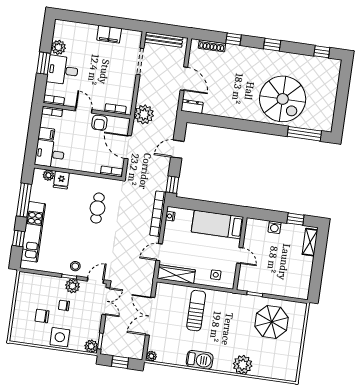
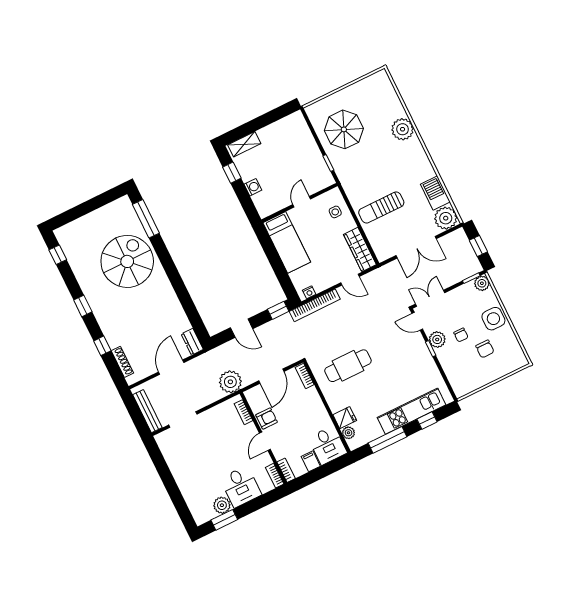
filing cabinet: (109, 34) -> (177, 466), removed
window: (44, 63) -> (224, 520), moved
cafe table: (97, 208) -> (348, 366), width x1.37, depth x1.35
stool: (75, 266) -> (417, 350), removed
plant: (151, 356) -> (446, 218), width x1.88, depth x1.88
barbecue: (200, 360) -> (435, 193), moved

